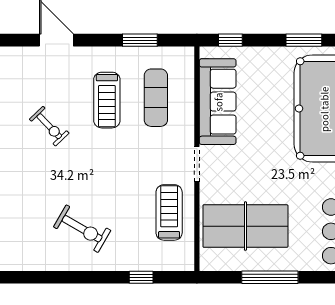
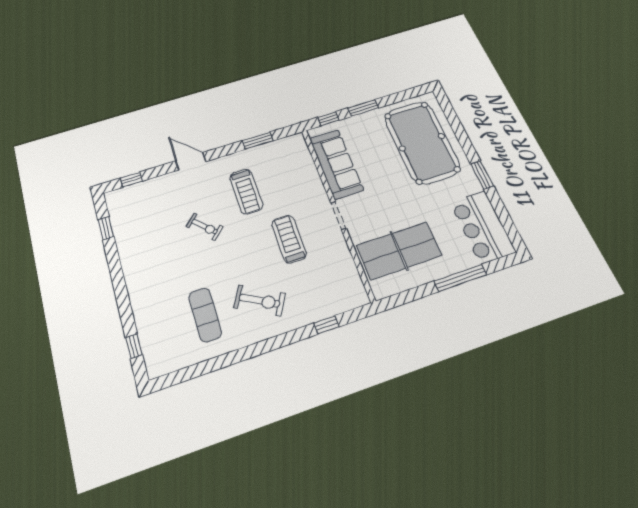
window: (304, 40) -> (363, 108), moved
exercise mat: (156, 98) -> (205, 315), moved
treadmill: (169, 212) -> (289, 239), moved
window: (270, 277) -> (460, 278), moved

